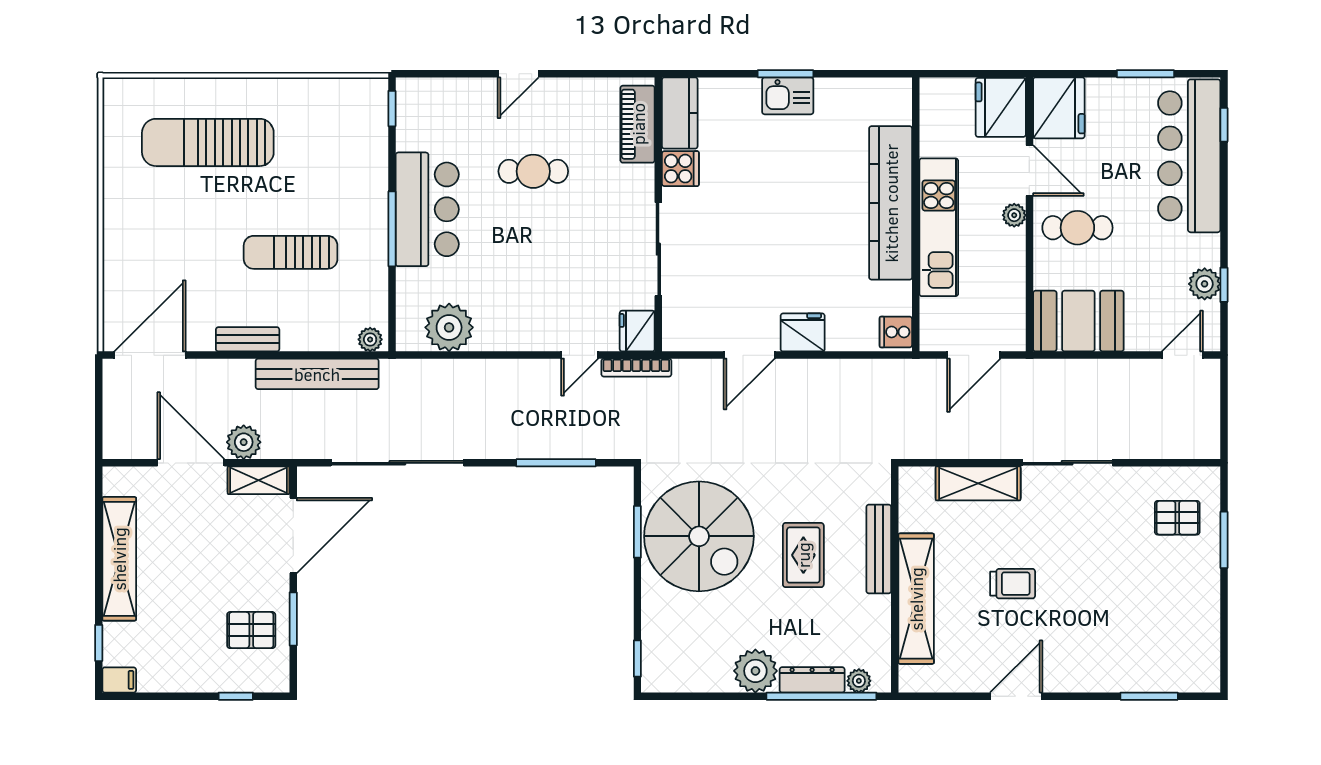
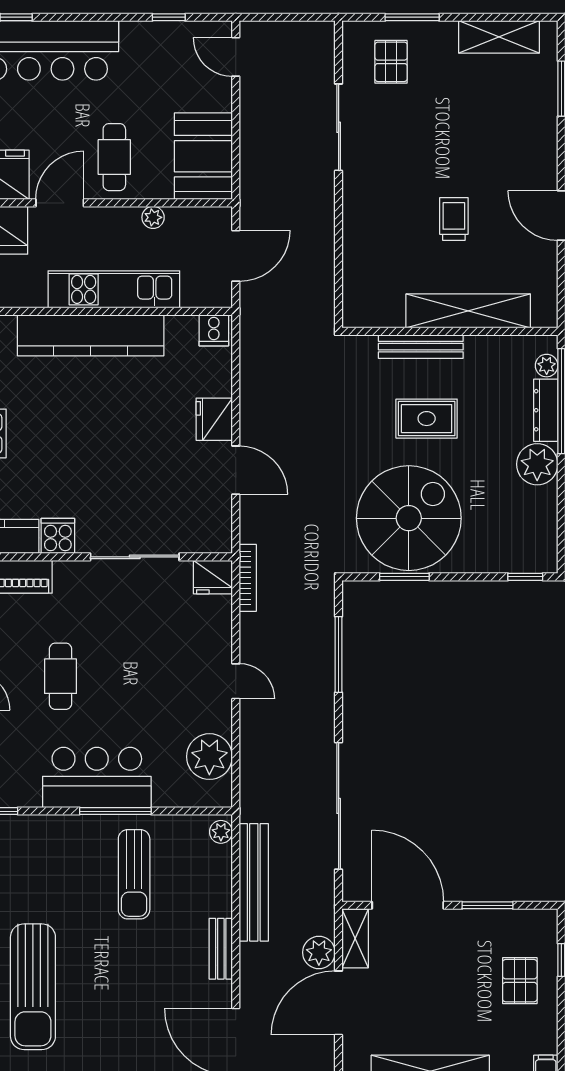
plant: (1014, 215) -> (153, 217), moved
sun lounger: (291, 252) -> (134, 874), moved
plant: (1205, 284) -> (168, 36), removed
door: (580, 355) -> (236, 681), moved
door: (974, 355) -> (236, 256), hinge flipped
sliding door: (1067, 463) -> (339, 127), moved
shelving: (978, 483) -> (499, 37), moved, turned 90
pallet: (251, 630) -> (520, 981), moved

